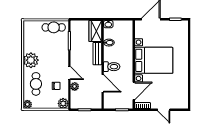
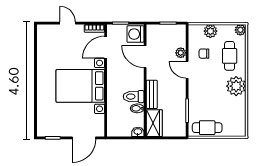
toilet: (112, 67) -> (134, 97), moved
washing machine: (110, 101) -> (135, 34), added
plant: (63, 103) -> (210, 31), moved

